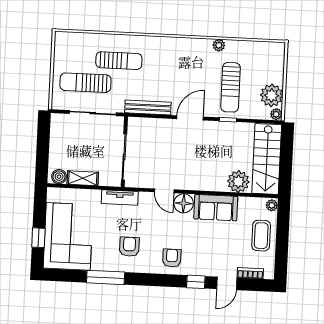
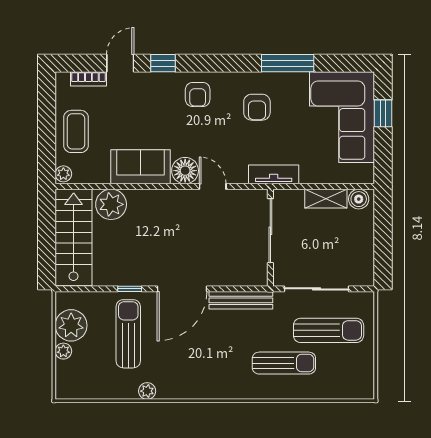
sun lounger: (119, 61) -> (284, 363), turned 180
plant: (276, 114) -> (63, 351), moved
door: (190, 118) -> (182, 289), width x1.36

